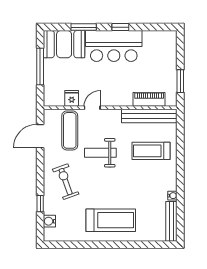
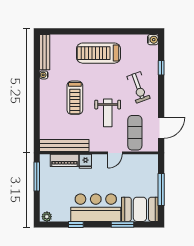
window: (120, 27) -> (76, 225), moved
plant: (169, 36) -> (47, 217), added
window: (180, 81) -> (37, 176), width x1.44
fridge: (72, 98) -> (85, 161), moved
treadmill: (151, 151) -> (75, 98), moved, turned 90
weight bench: (100, 153) -> (108, 113), turned 90
water cooler: (49, 221) -> (153, 40), moved

